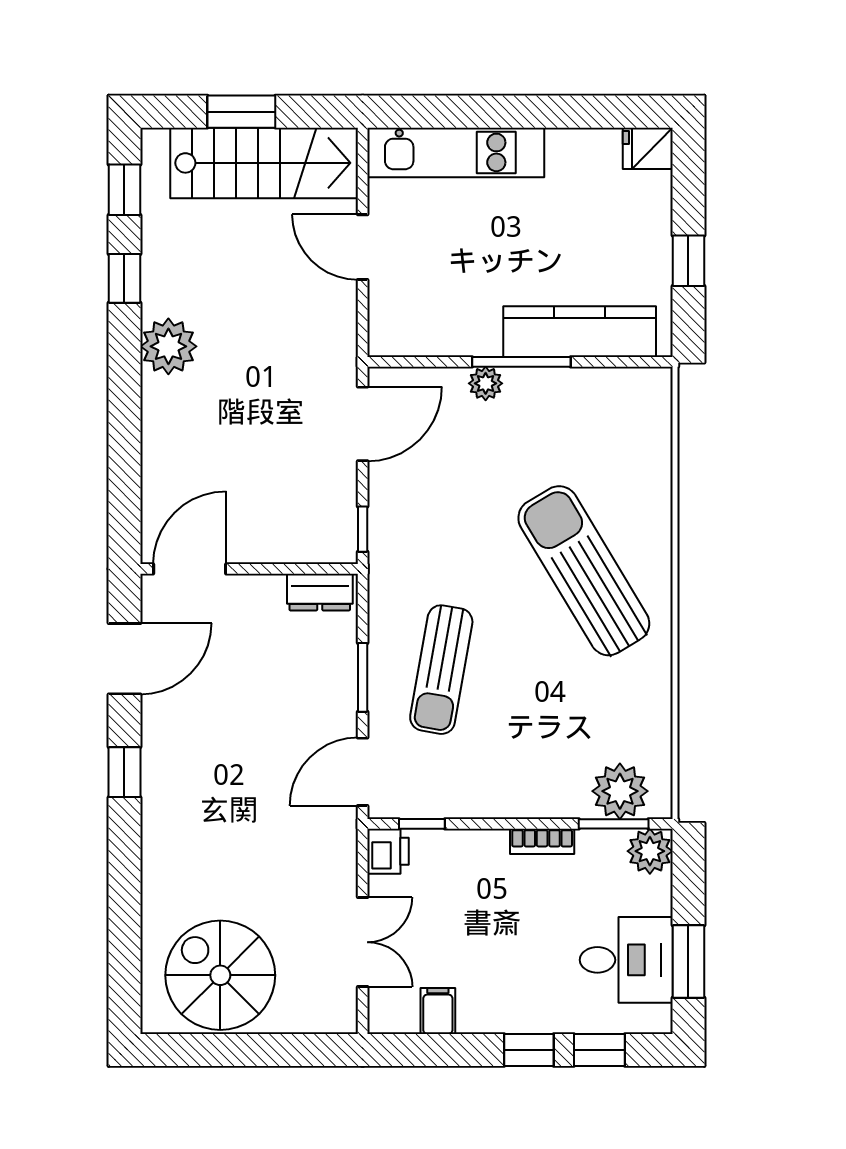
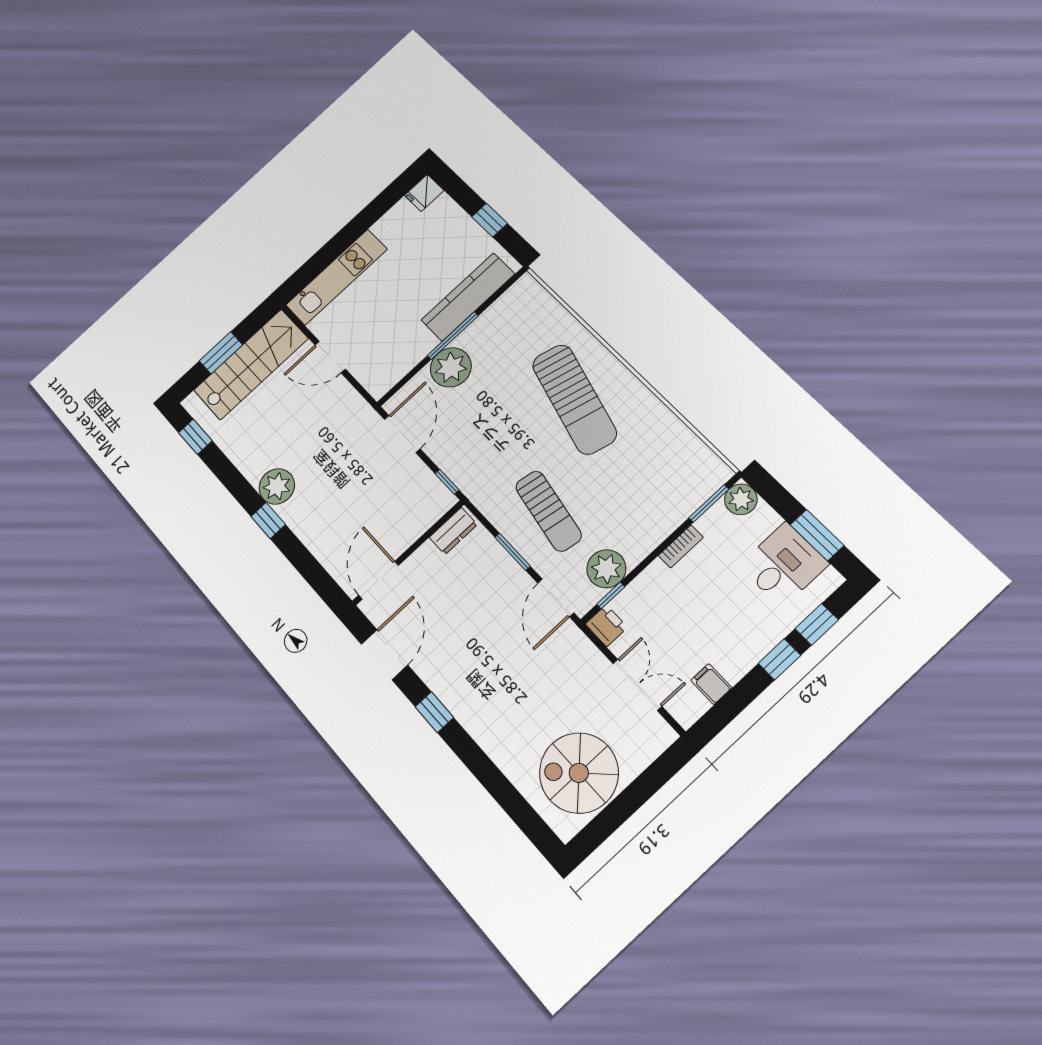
window: (124, 278) -> (268, 521), moved
plant: (486, 383) -> (451, 367), width x1.88, depth x1.88
sun lounger: (584, 571) -> (574, 399), turned -134
plant: (620, 791) -> (606, 569), moved

